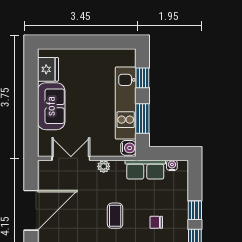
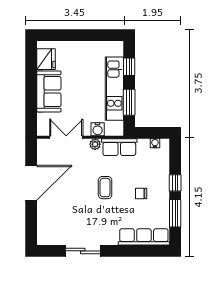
water cooler: (128, 148) -> (98, 129), moved, turned 90
row of seats: (145, 170) -> (119, 147), moved

